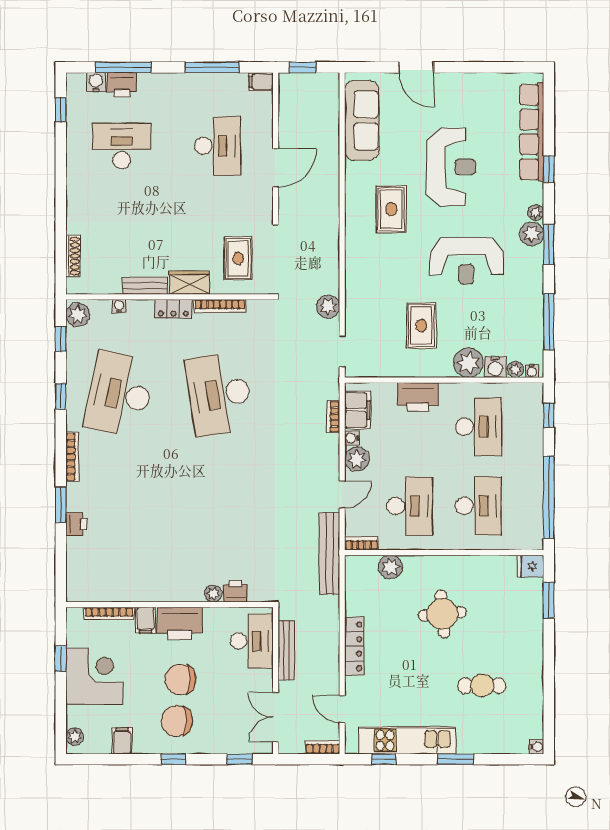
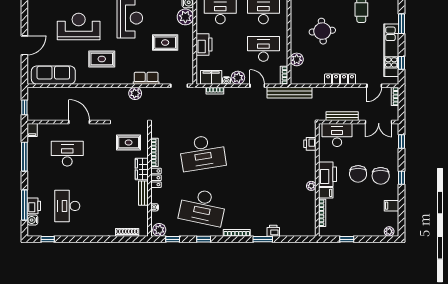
row of seats: (356, 291) -> (146, 78), added
plant: (328, 307) -> (135, 93), moved
plant: (213, 594) -> (311, 186), moved
corner desk: (94, 676) -> (356, 221), removed

